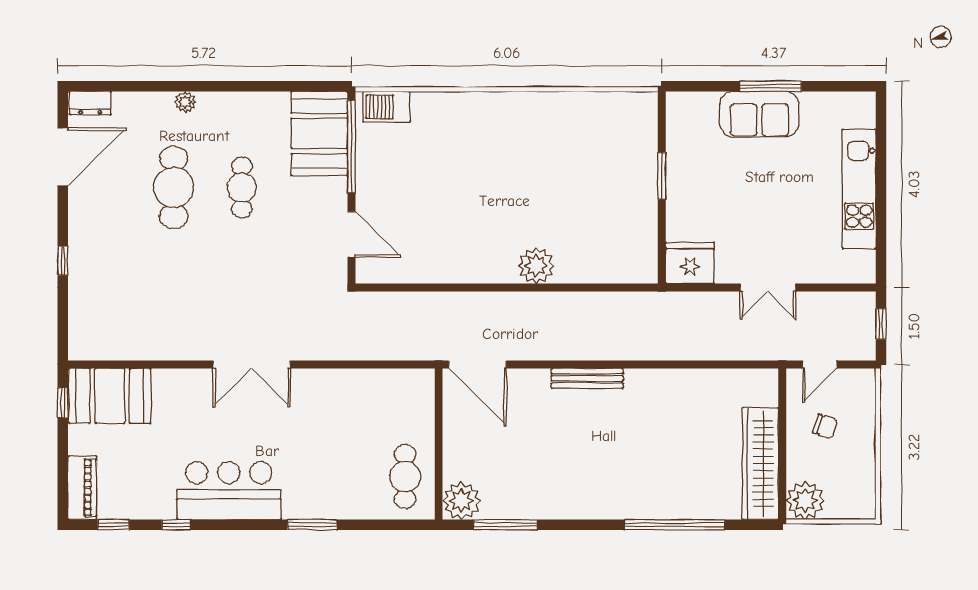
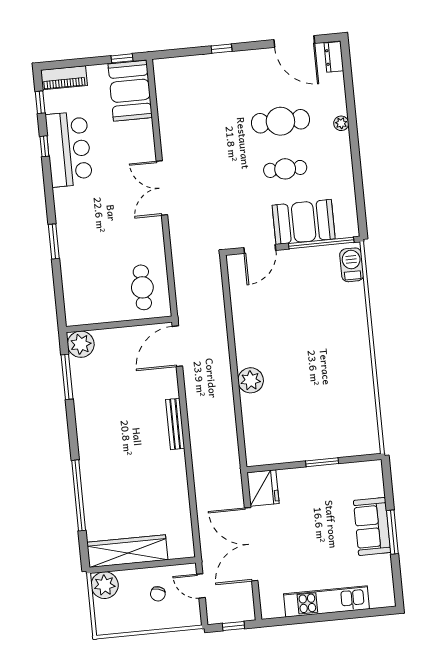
booth: (319, 133) -> (304, 222), moved
double door: (768, 287) -> (251, 544), width x1.87
cafe table: (405, 477) -> (142, 287), moved, turned 90
bar counter: (229, 491) -> (69, 149), moved

